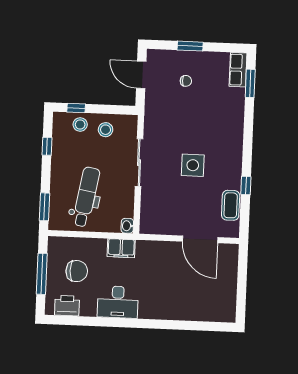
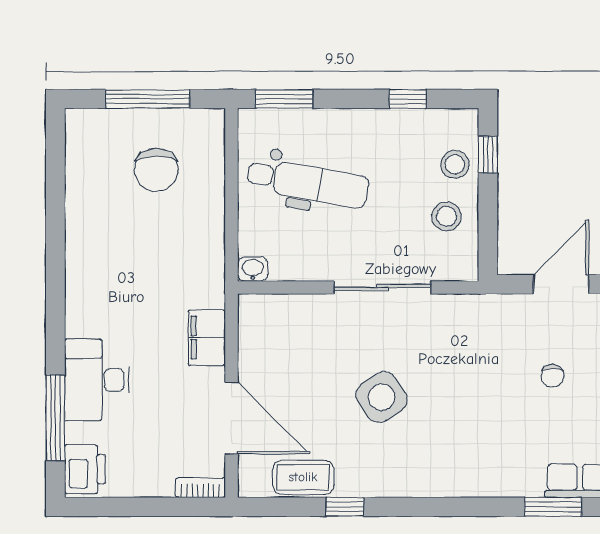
side table: (193, 165) -> (382, 397), turned -34
door: (200, 239) -> (231, 418), swing flipped
filing cabinet: (121, 248) -> (207, 338), moved
bookcase: (234, 256) -> (200, 488), added
desk: (118, 302) -> (97, 380), moved
printer: (67, 306) -> (85, 469), moved
window: (196, 326) -> (55, 418), added

